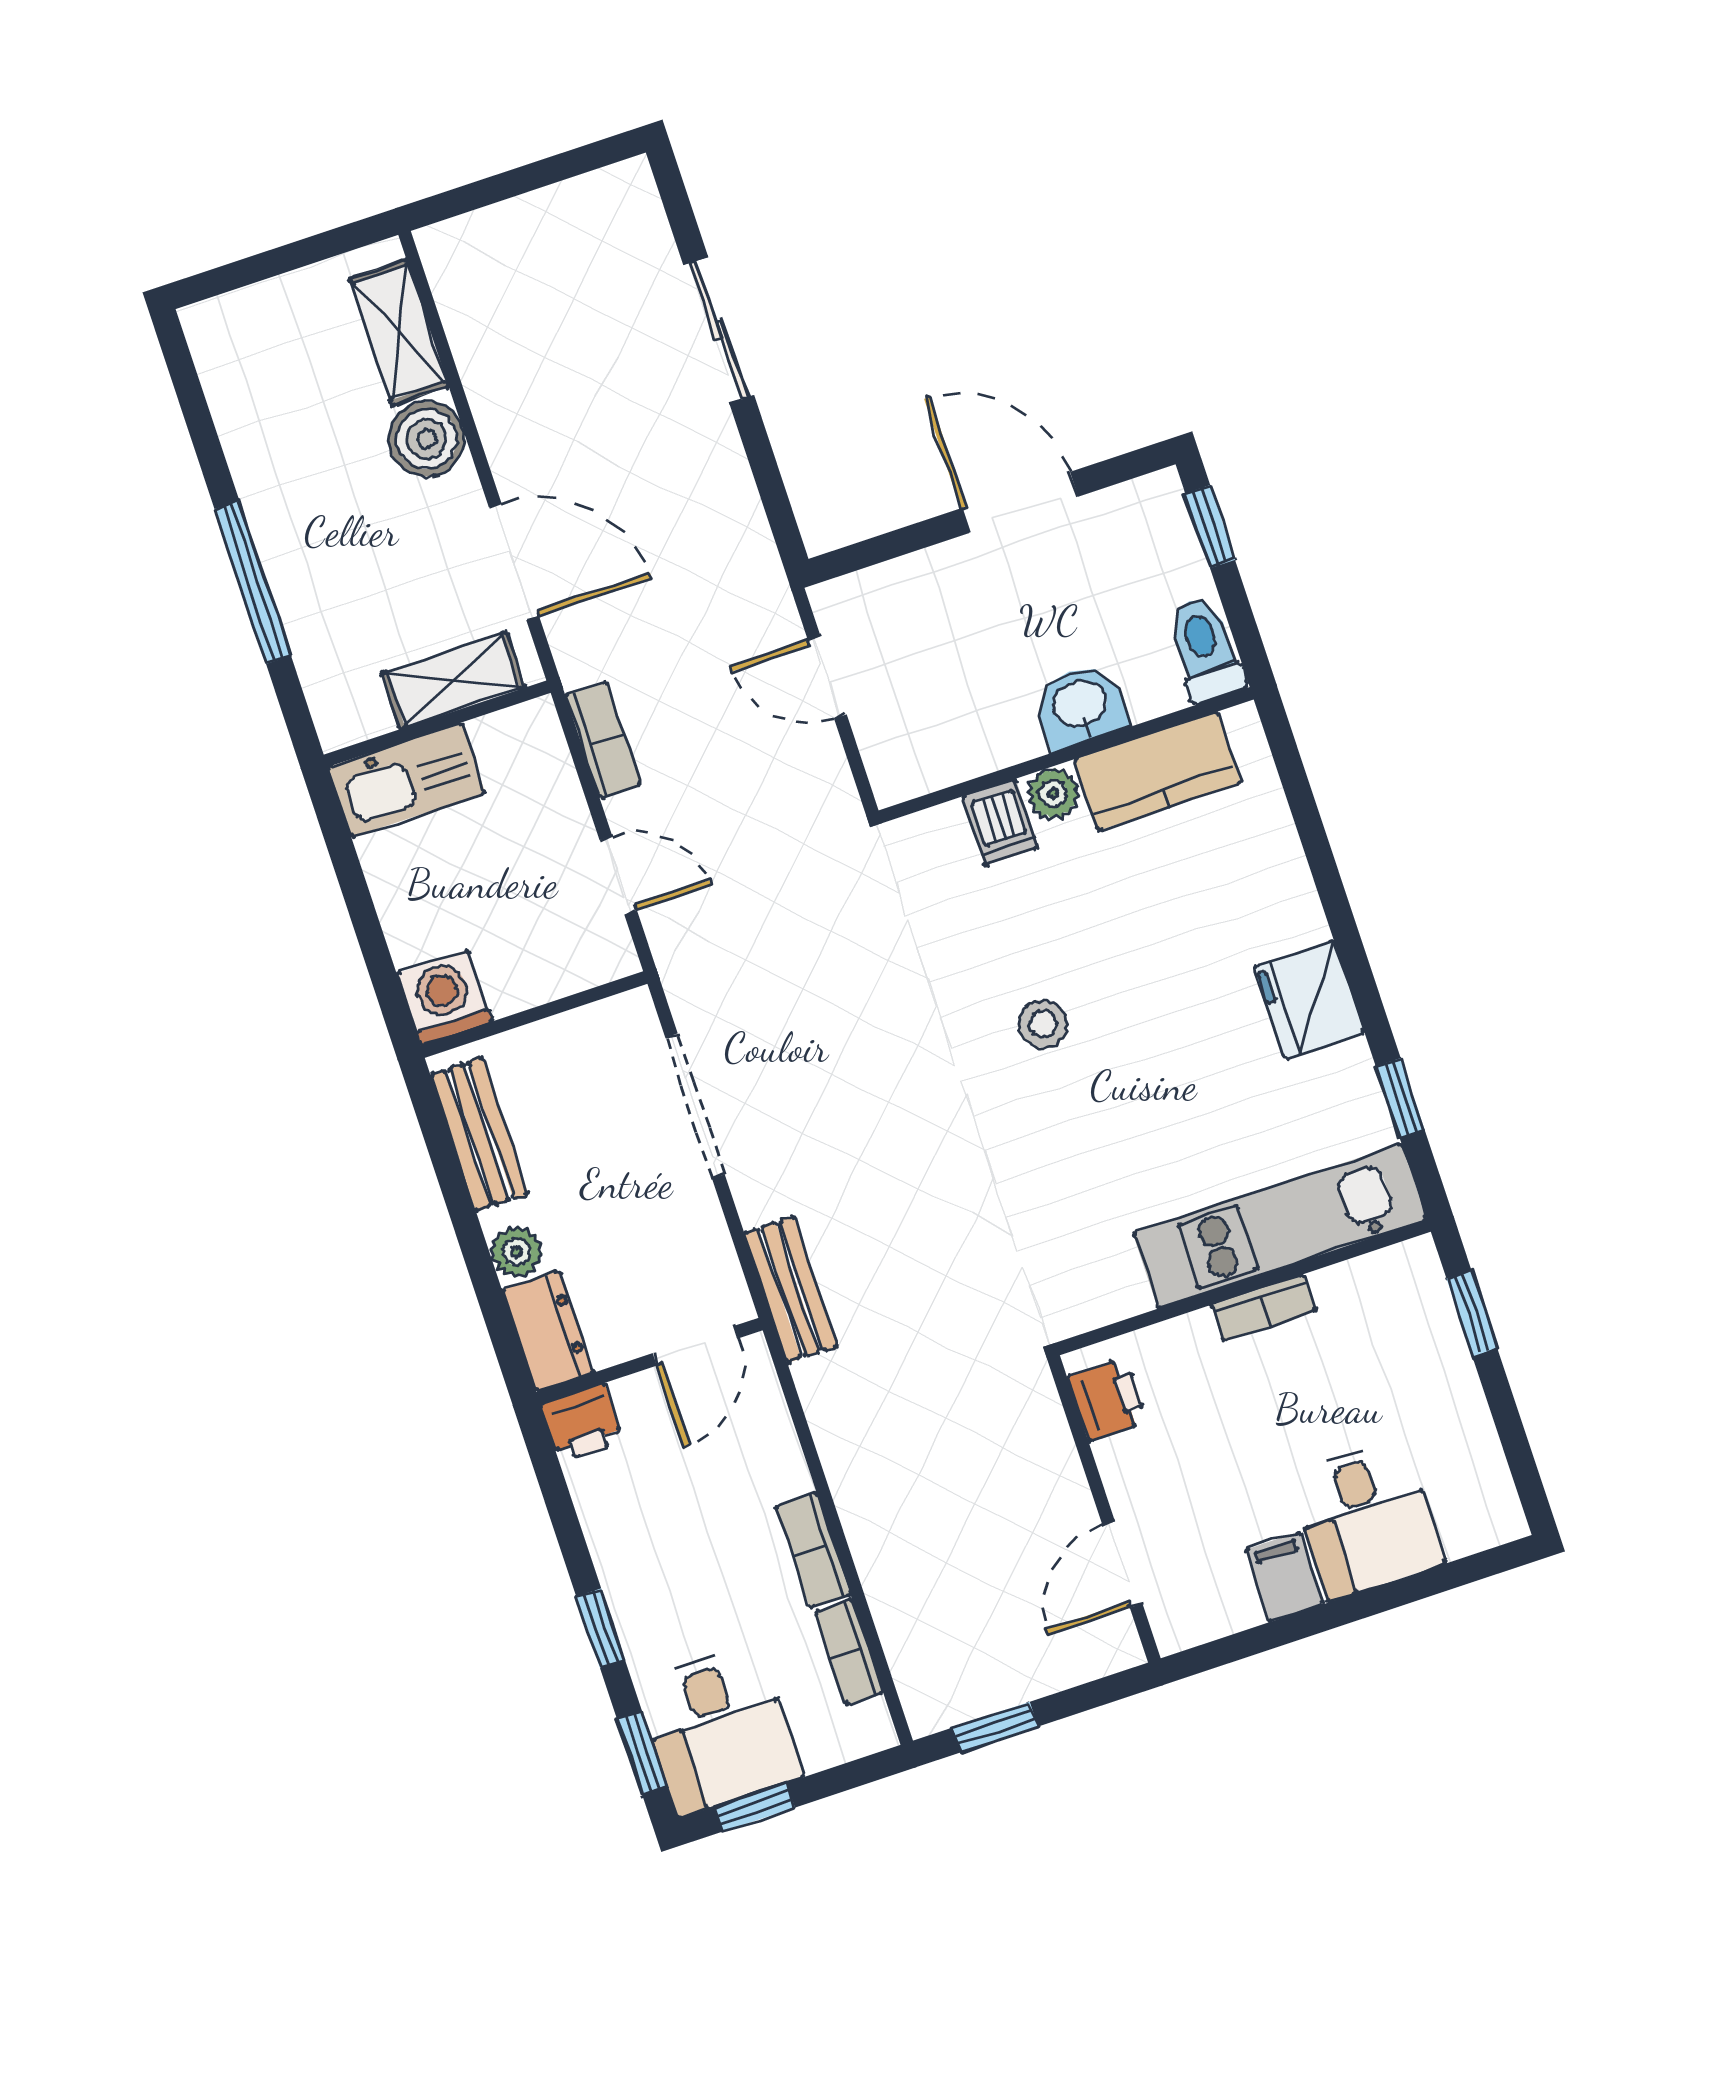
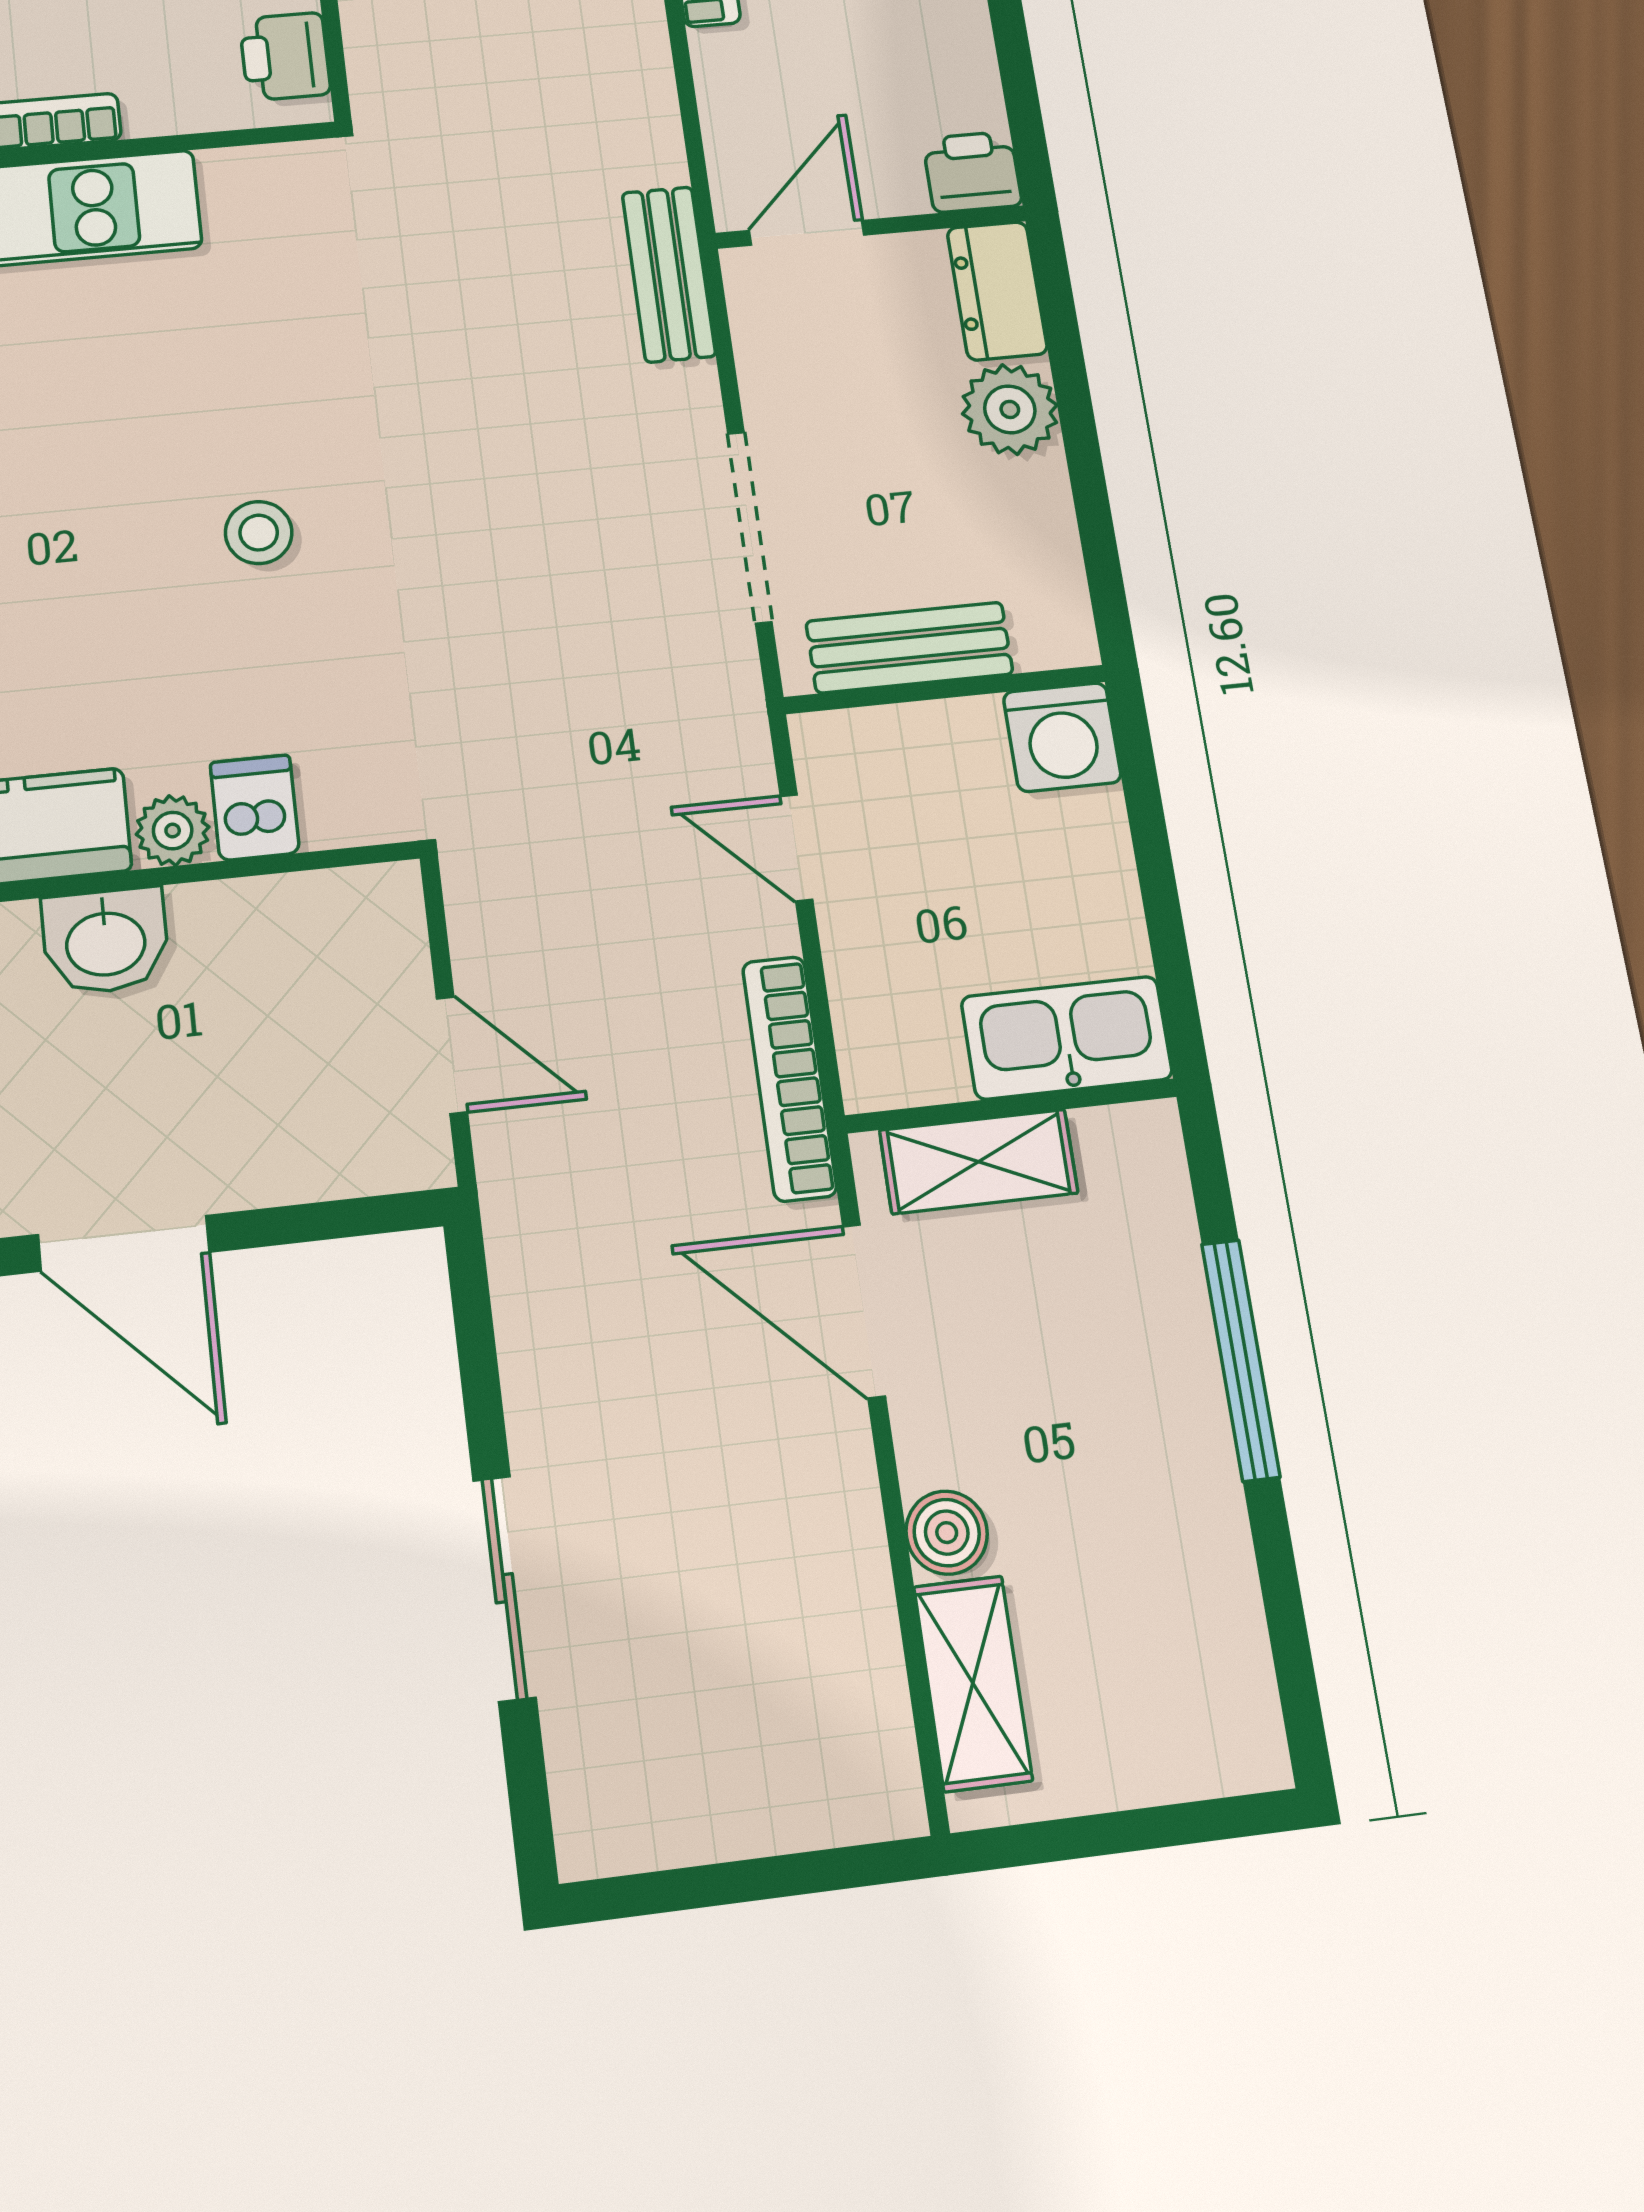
boiler: (427, 439) -> (947, 1533), width x0.73, depth x0.73
bookcase: (603, 740) -> (789, 1078), width x1.56
bench: (479, 1134) -> (909, 648), moved, turned 90
plant: (517, 1252) -> (1010, 409), width x1.38, depth x1.38

